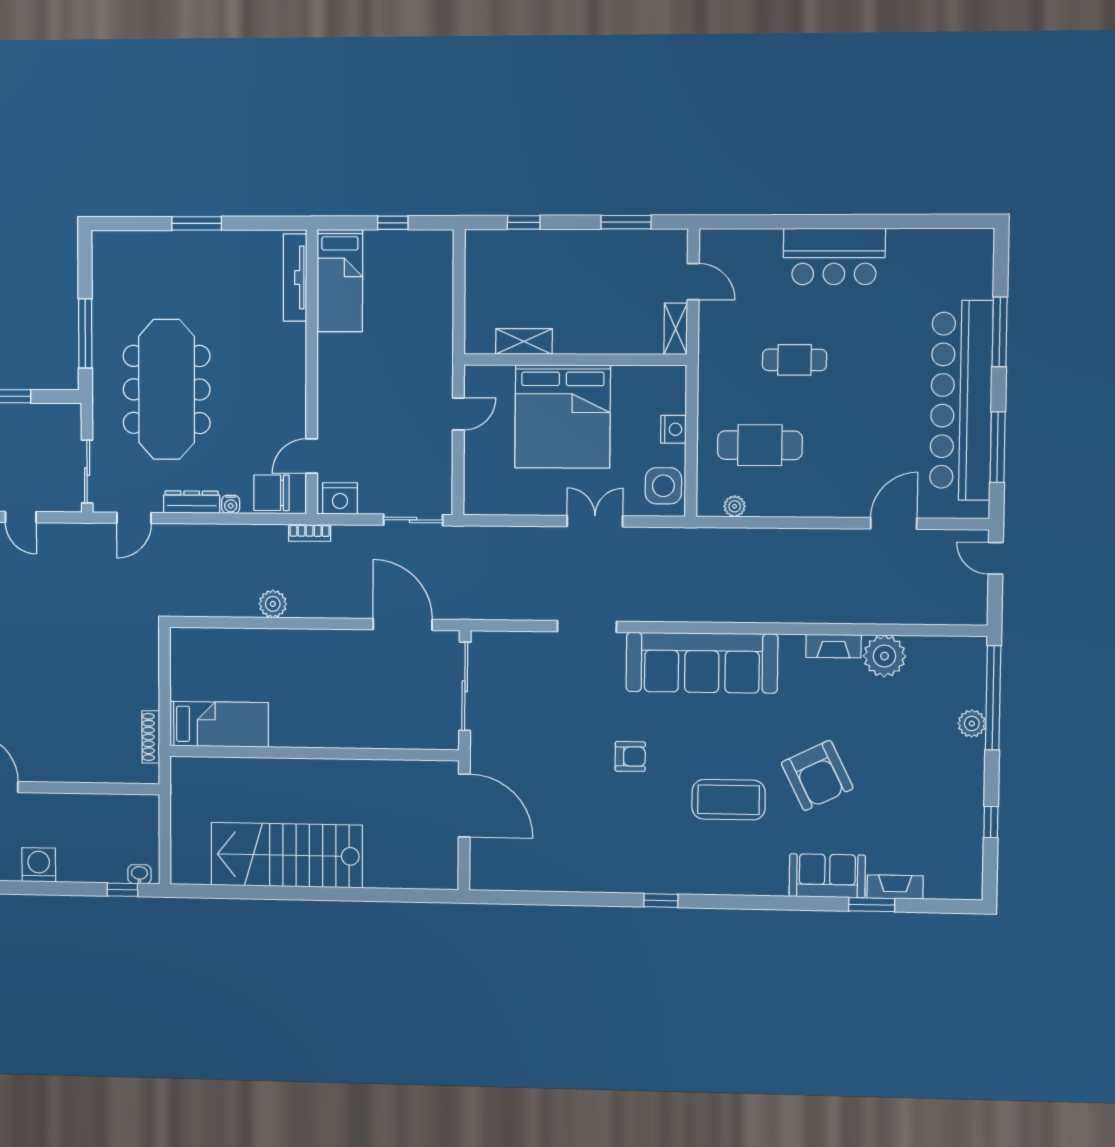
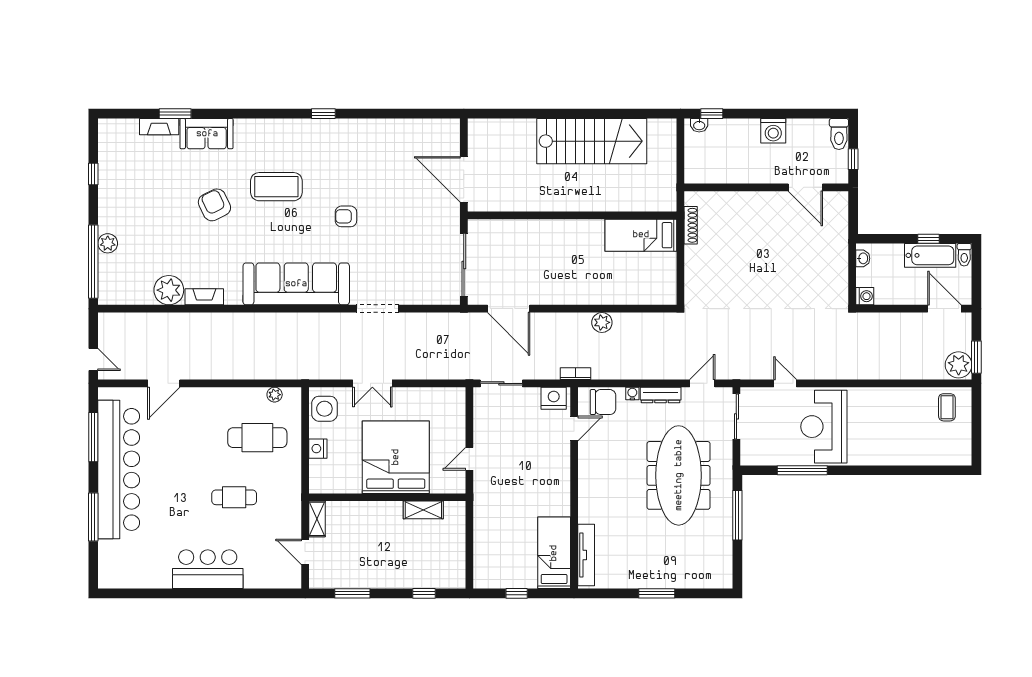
armchair: (817, 776) -> (214, 205), width x0.73, depth x0.73

